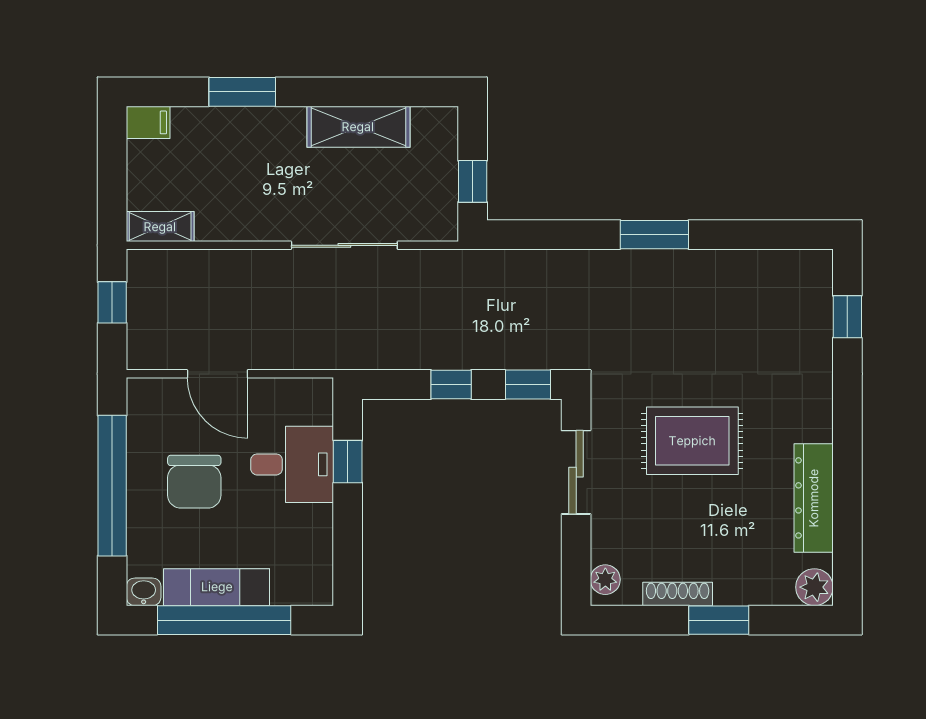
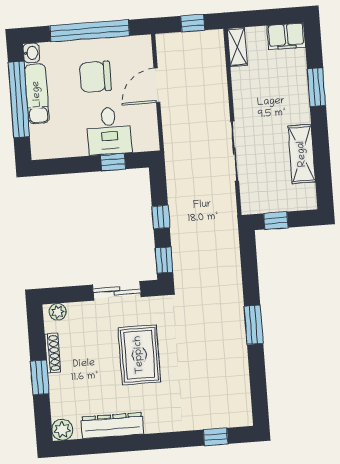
filing cabinet: (148, 122) -> (286, 36), width x2.00

